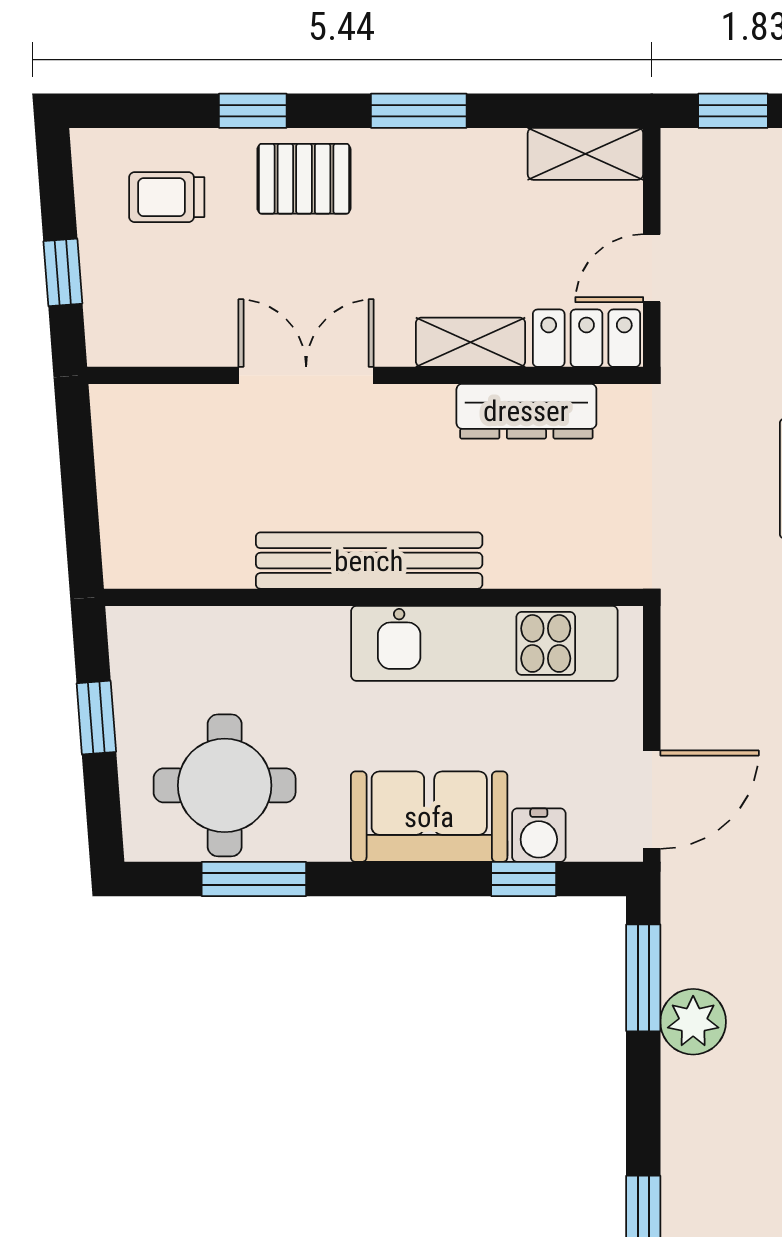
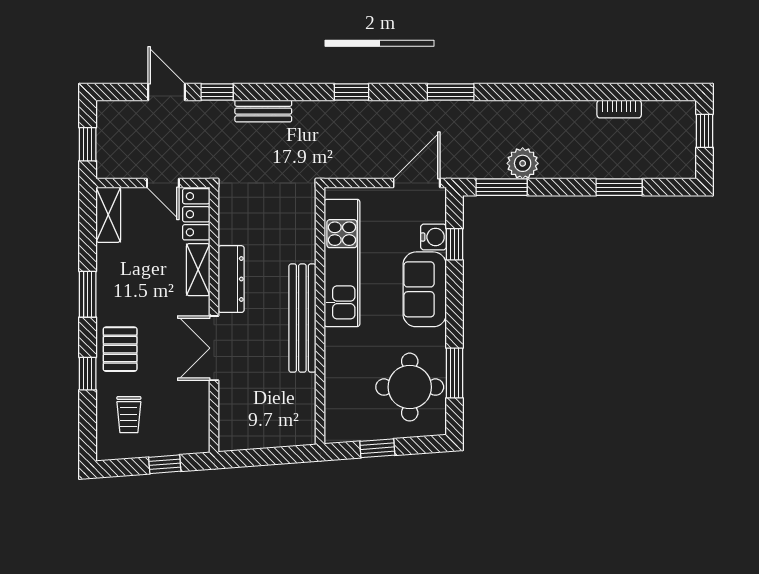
dresser: (526, 411) -> (231, 279), moved
door: (652, 800) -> (417, 183), hinge flipped

